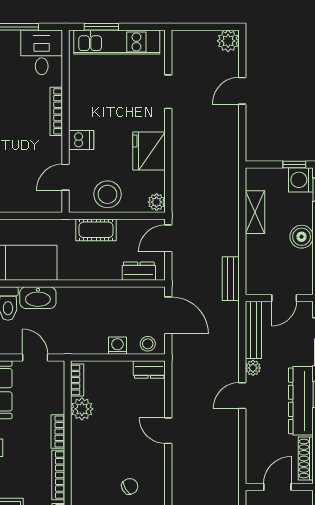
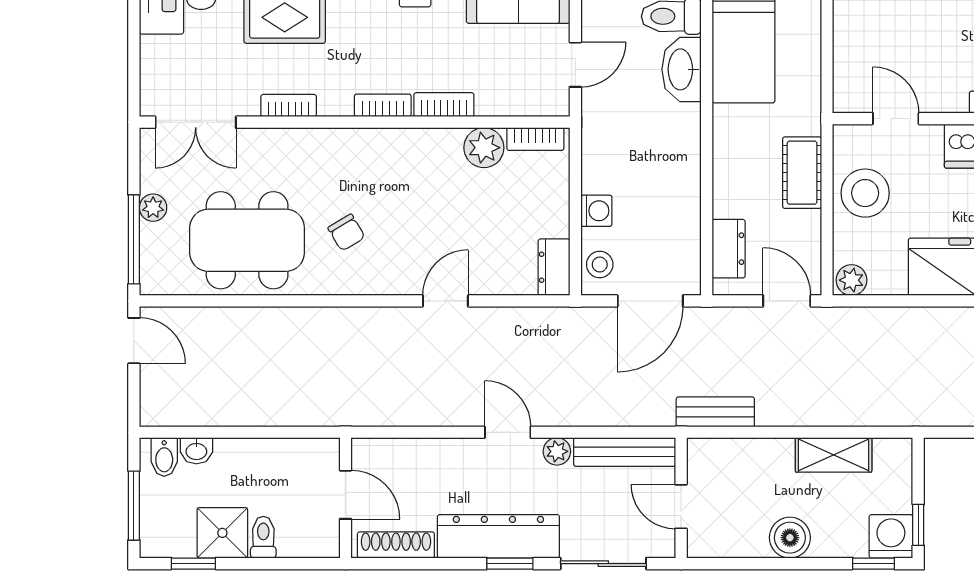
bookcase: (58, 475) -> (383, 105), width x0.64

